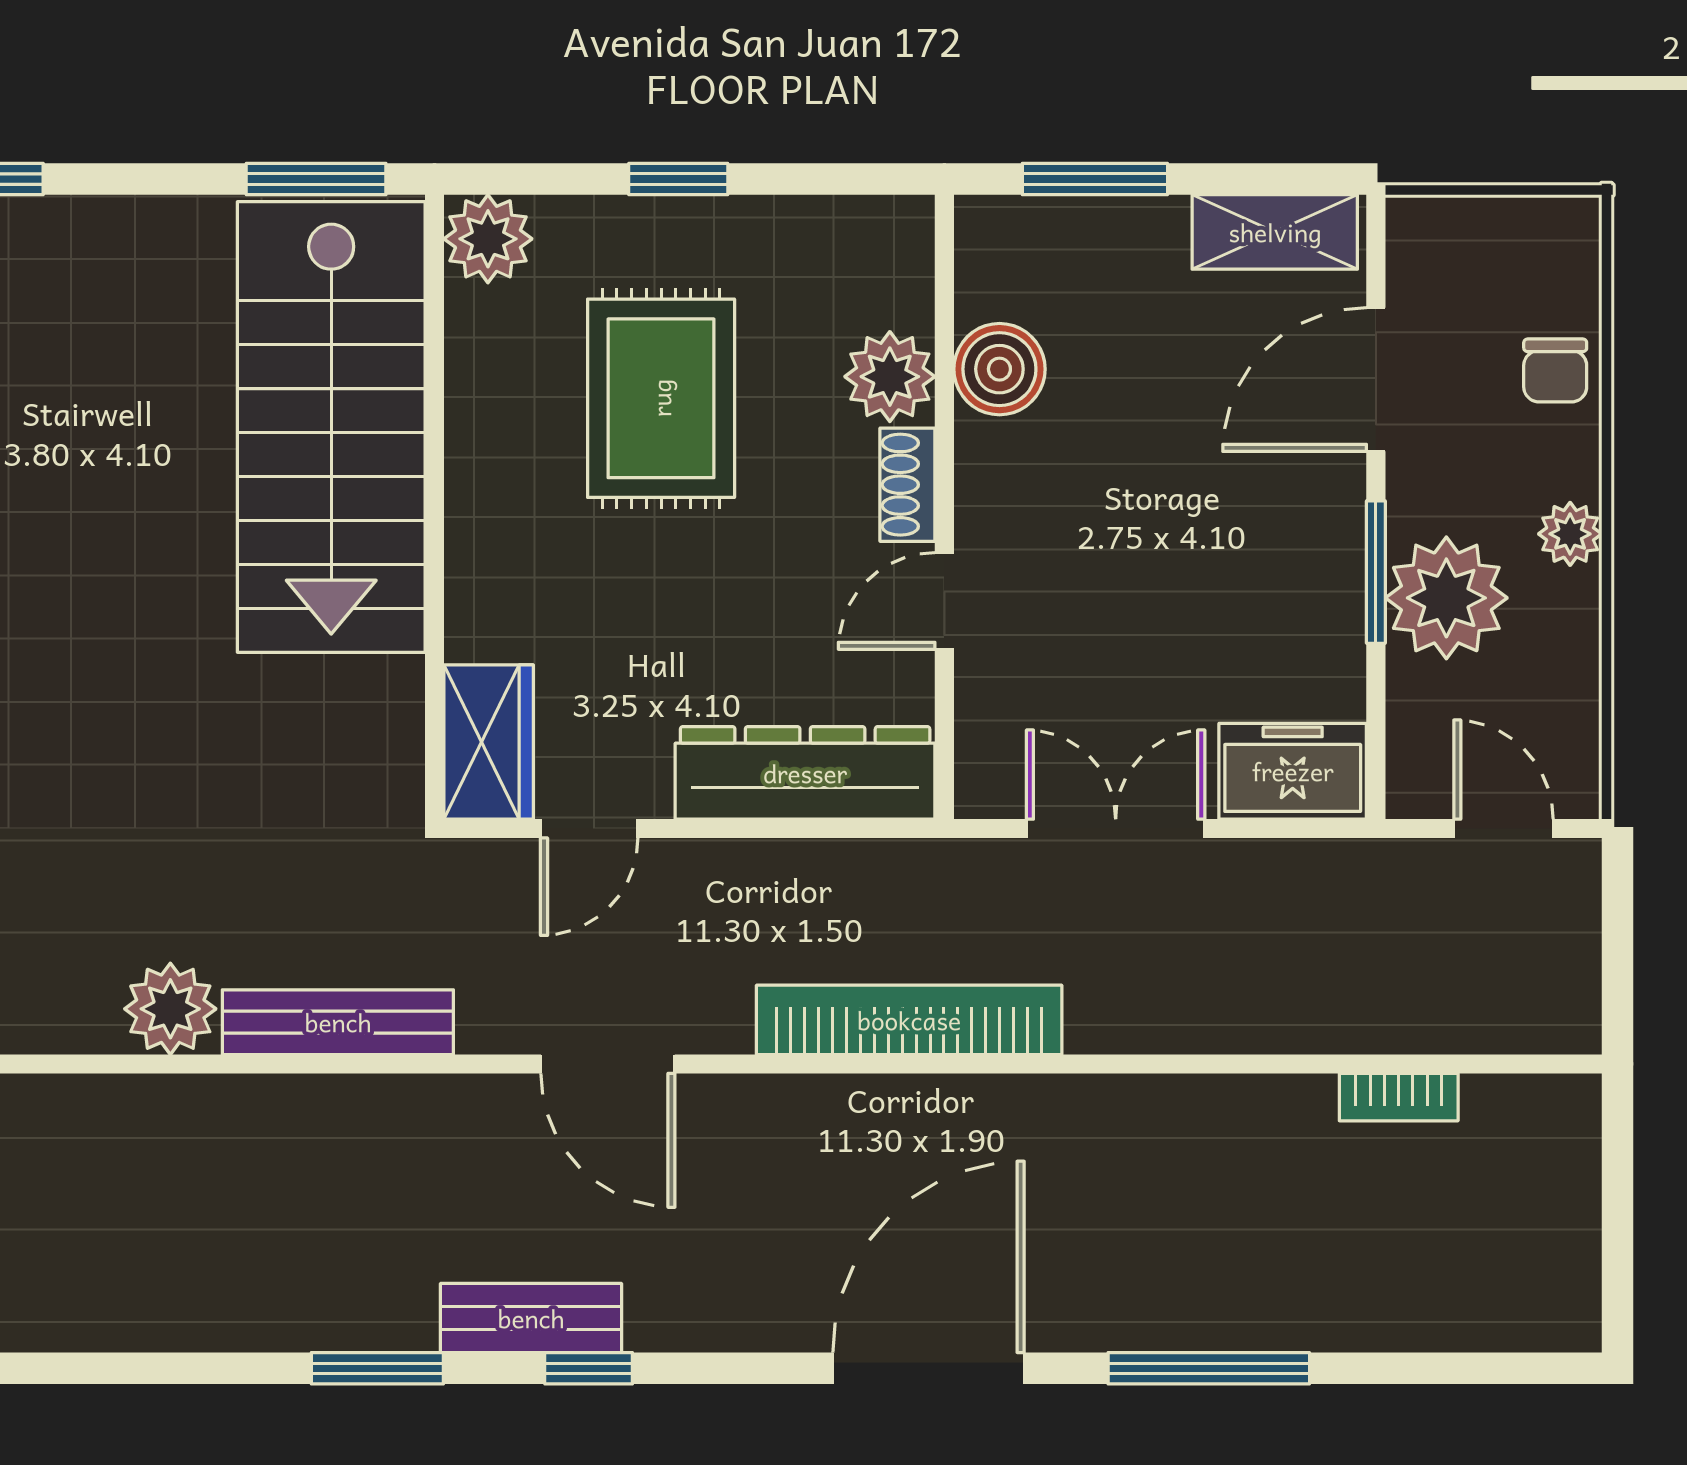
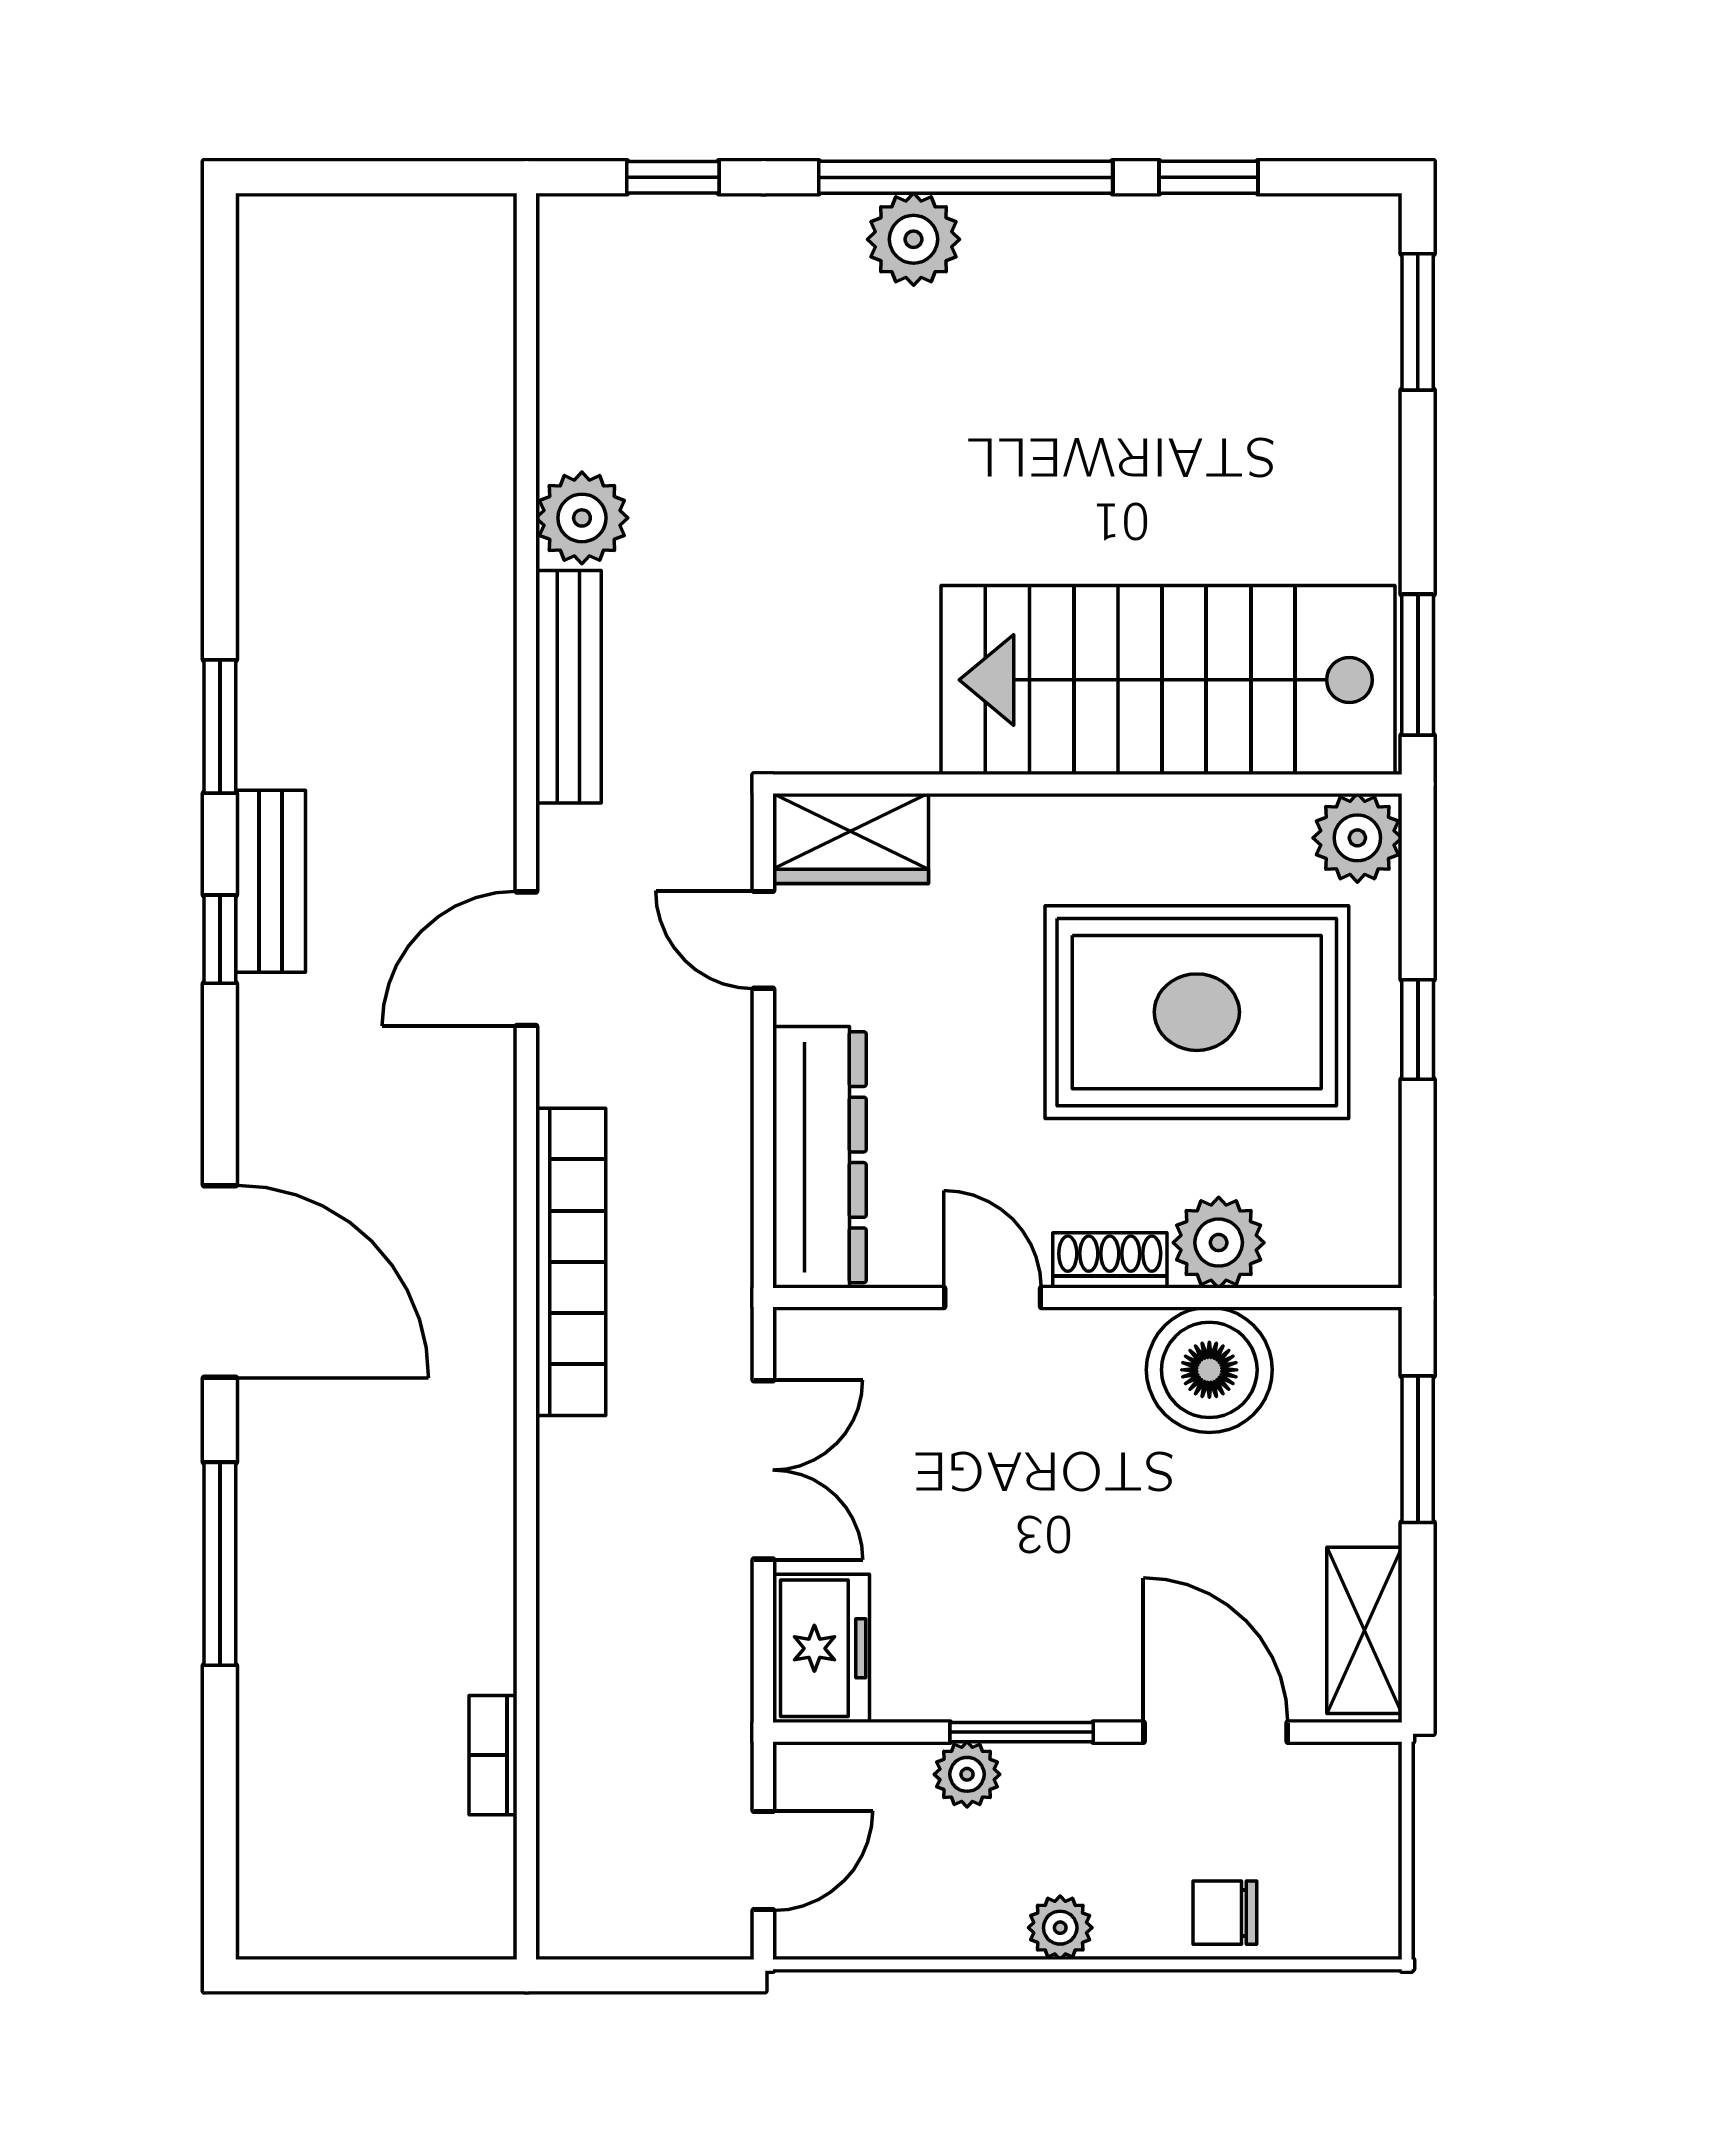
boiler: (999, 369) -> (1209, 1370), width x1.37, depth x1.37
rug: (661, 398) -> (1197, 1012), width x1.37, depth x1.44
plant: (1446, 598) -> (967, 1774), width x0.53, depth x0.53

